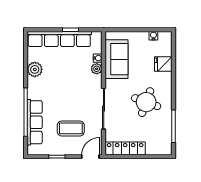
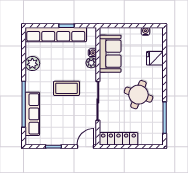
coffee table: (71, 128) -> (66, 88), moved

